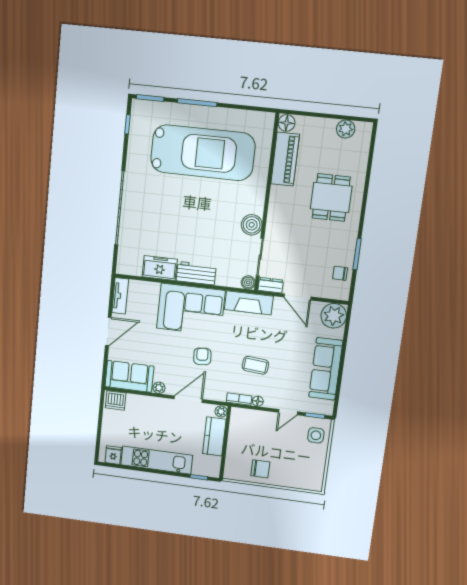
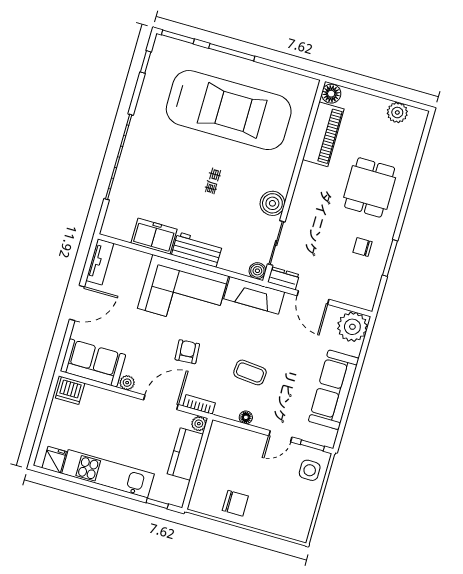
chair: (340, 273) -> (362, 247), moved
bookcase: (239, 399) -> (199, 404), moved

